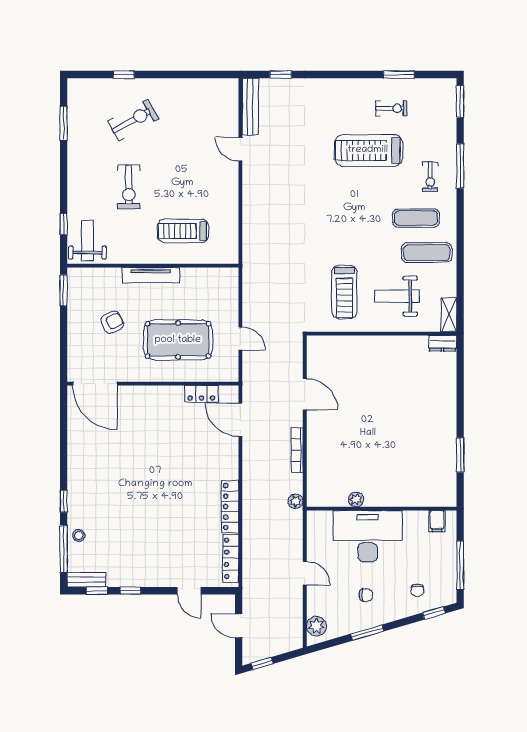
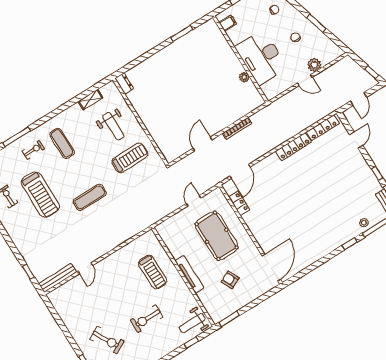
exercise bike: (133, 120) -> (107, 340), turned 180
exercise bike: (129, 187) -> (147, 319), turned 180
exercise mat: (427, 253) -> (90, 197), moved, turned 90
shelving: (449, 315) -> (90, 100), moved
plant: (296, 501) -> (267, 111), removed
door: (305, 573) -> (305, 80), swing flipped
plant: (316, 626) -> (314, 65), moved

